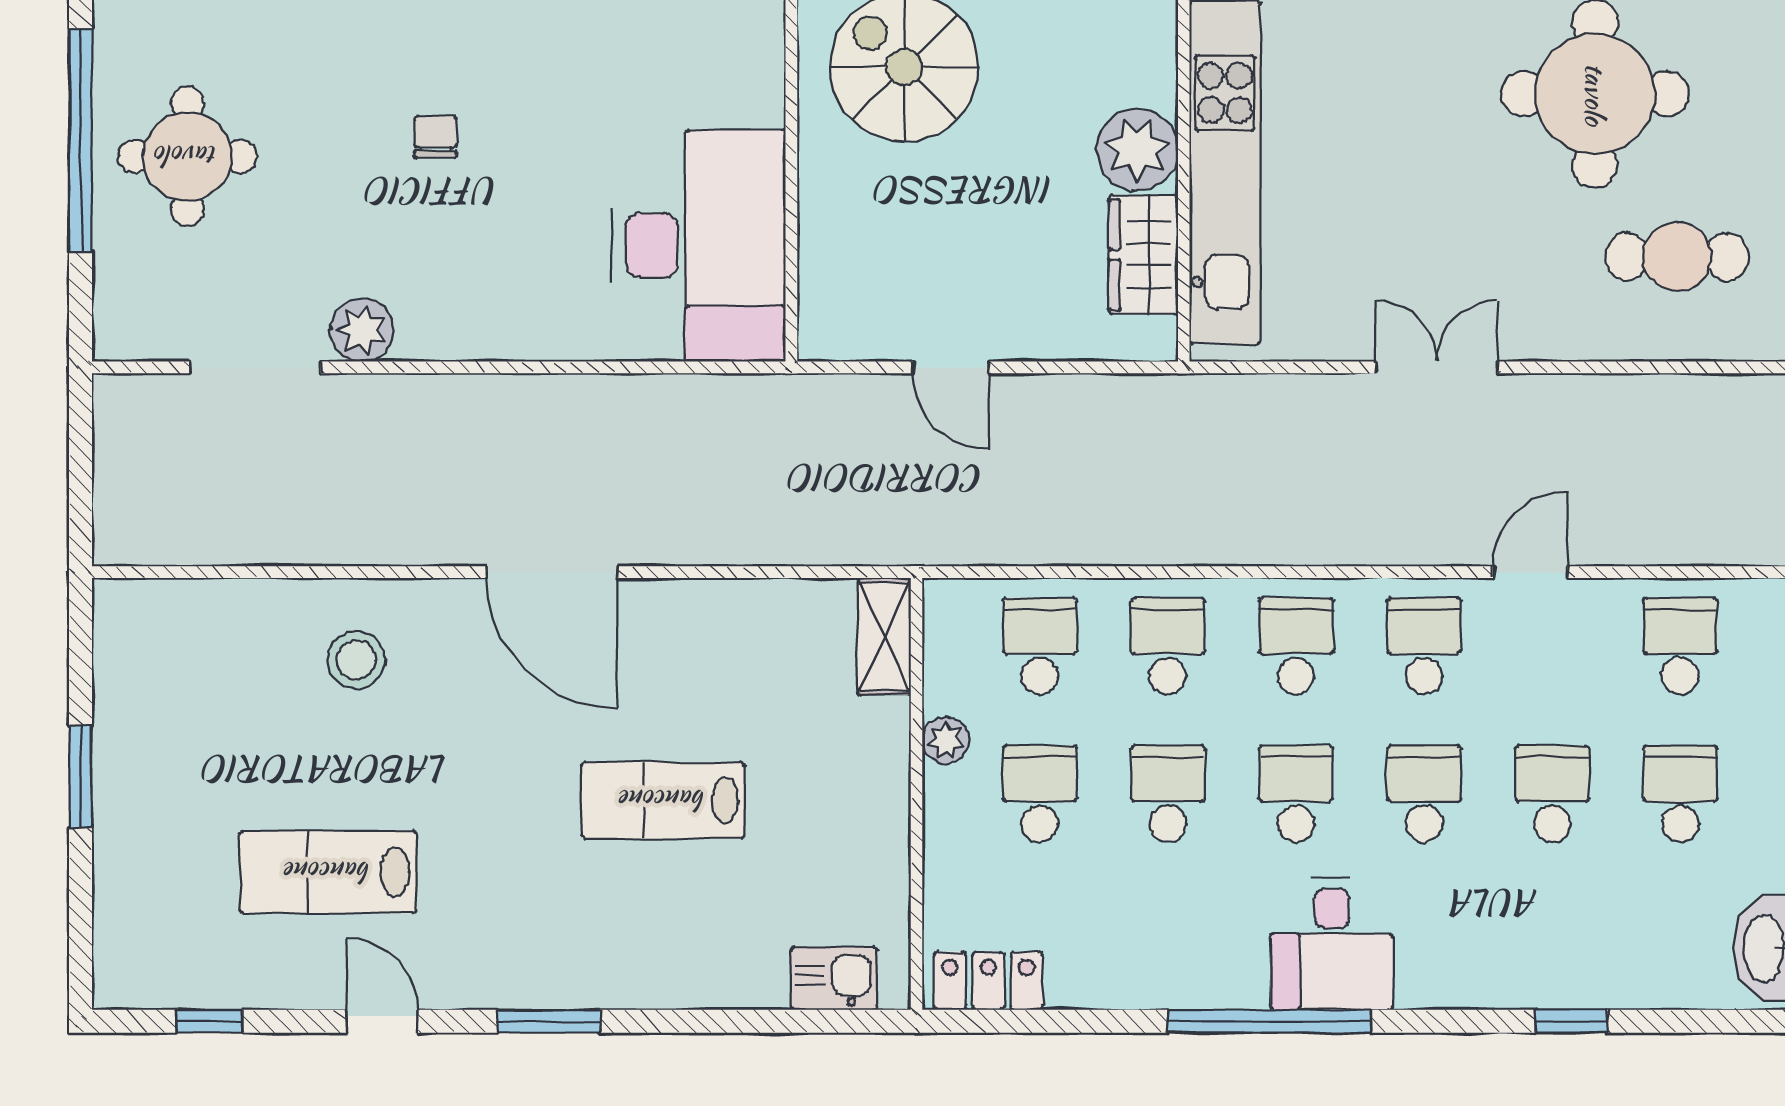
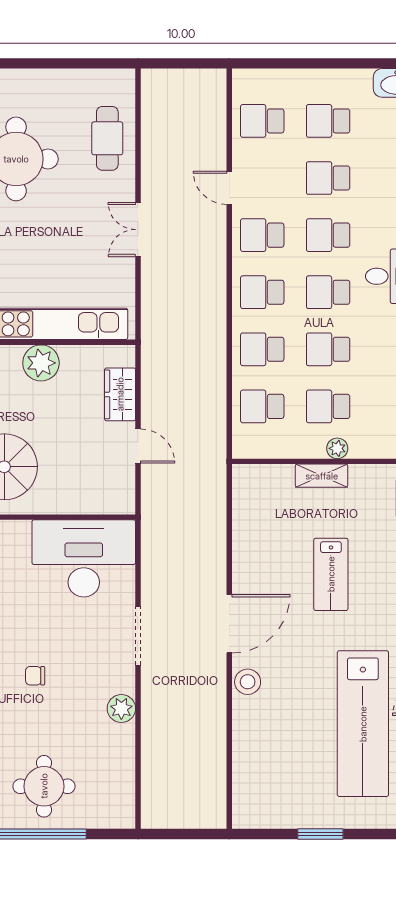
wardrobe: (1143, 255) -> (120, 394), moved, turned 90
cafe table: (1677, 257) -> (107, 138), moved
doorway: (255, 367) -> (138, 636), moved
door: (951, 367) -> (138, 446), hinge flipped
shelving: (885, 636) -> (322, 476), moved
stool: (356, 660) -> (248, 682), moved
plant: (946, 740) -> (337, 448), moved
lab bench: (328, 872) -> (363, 724), width x1.86, depth x1.39

